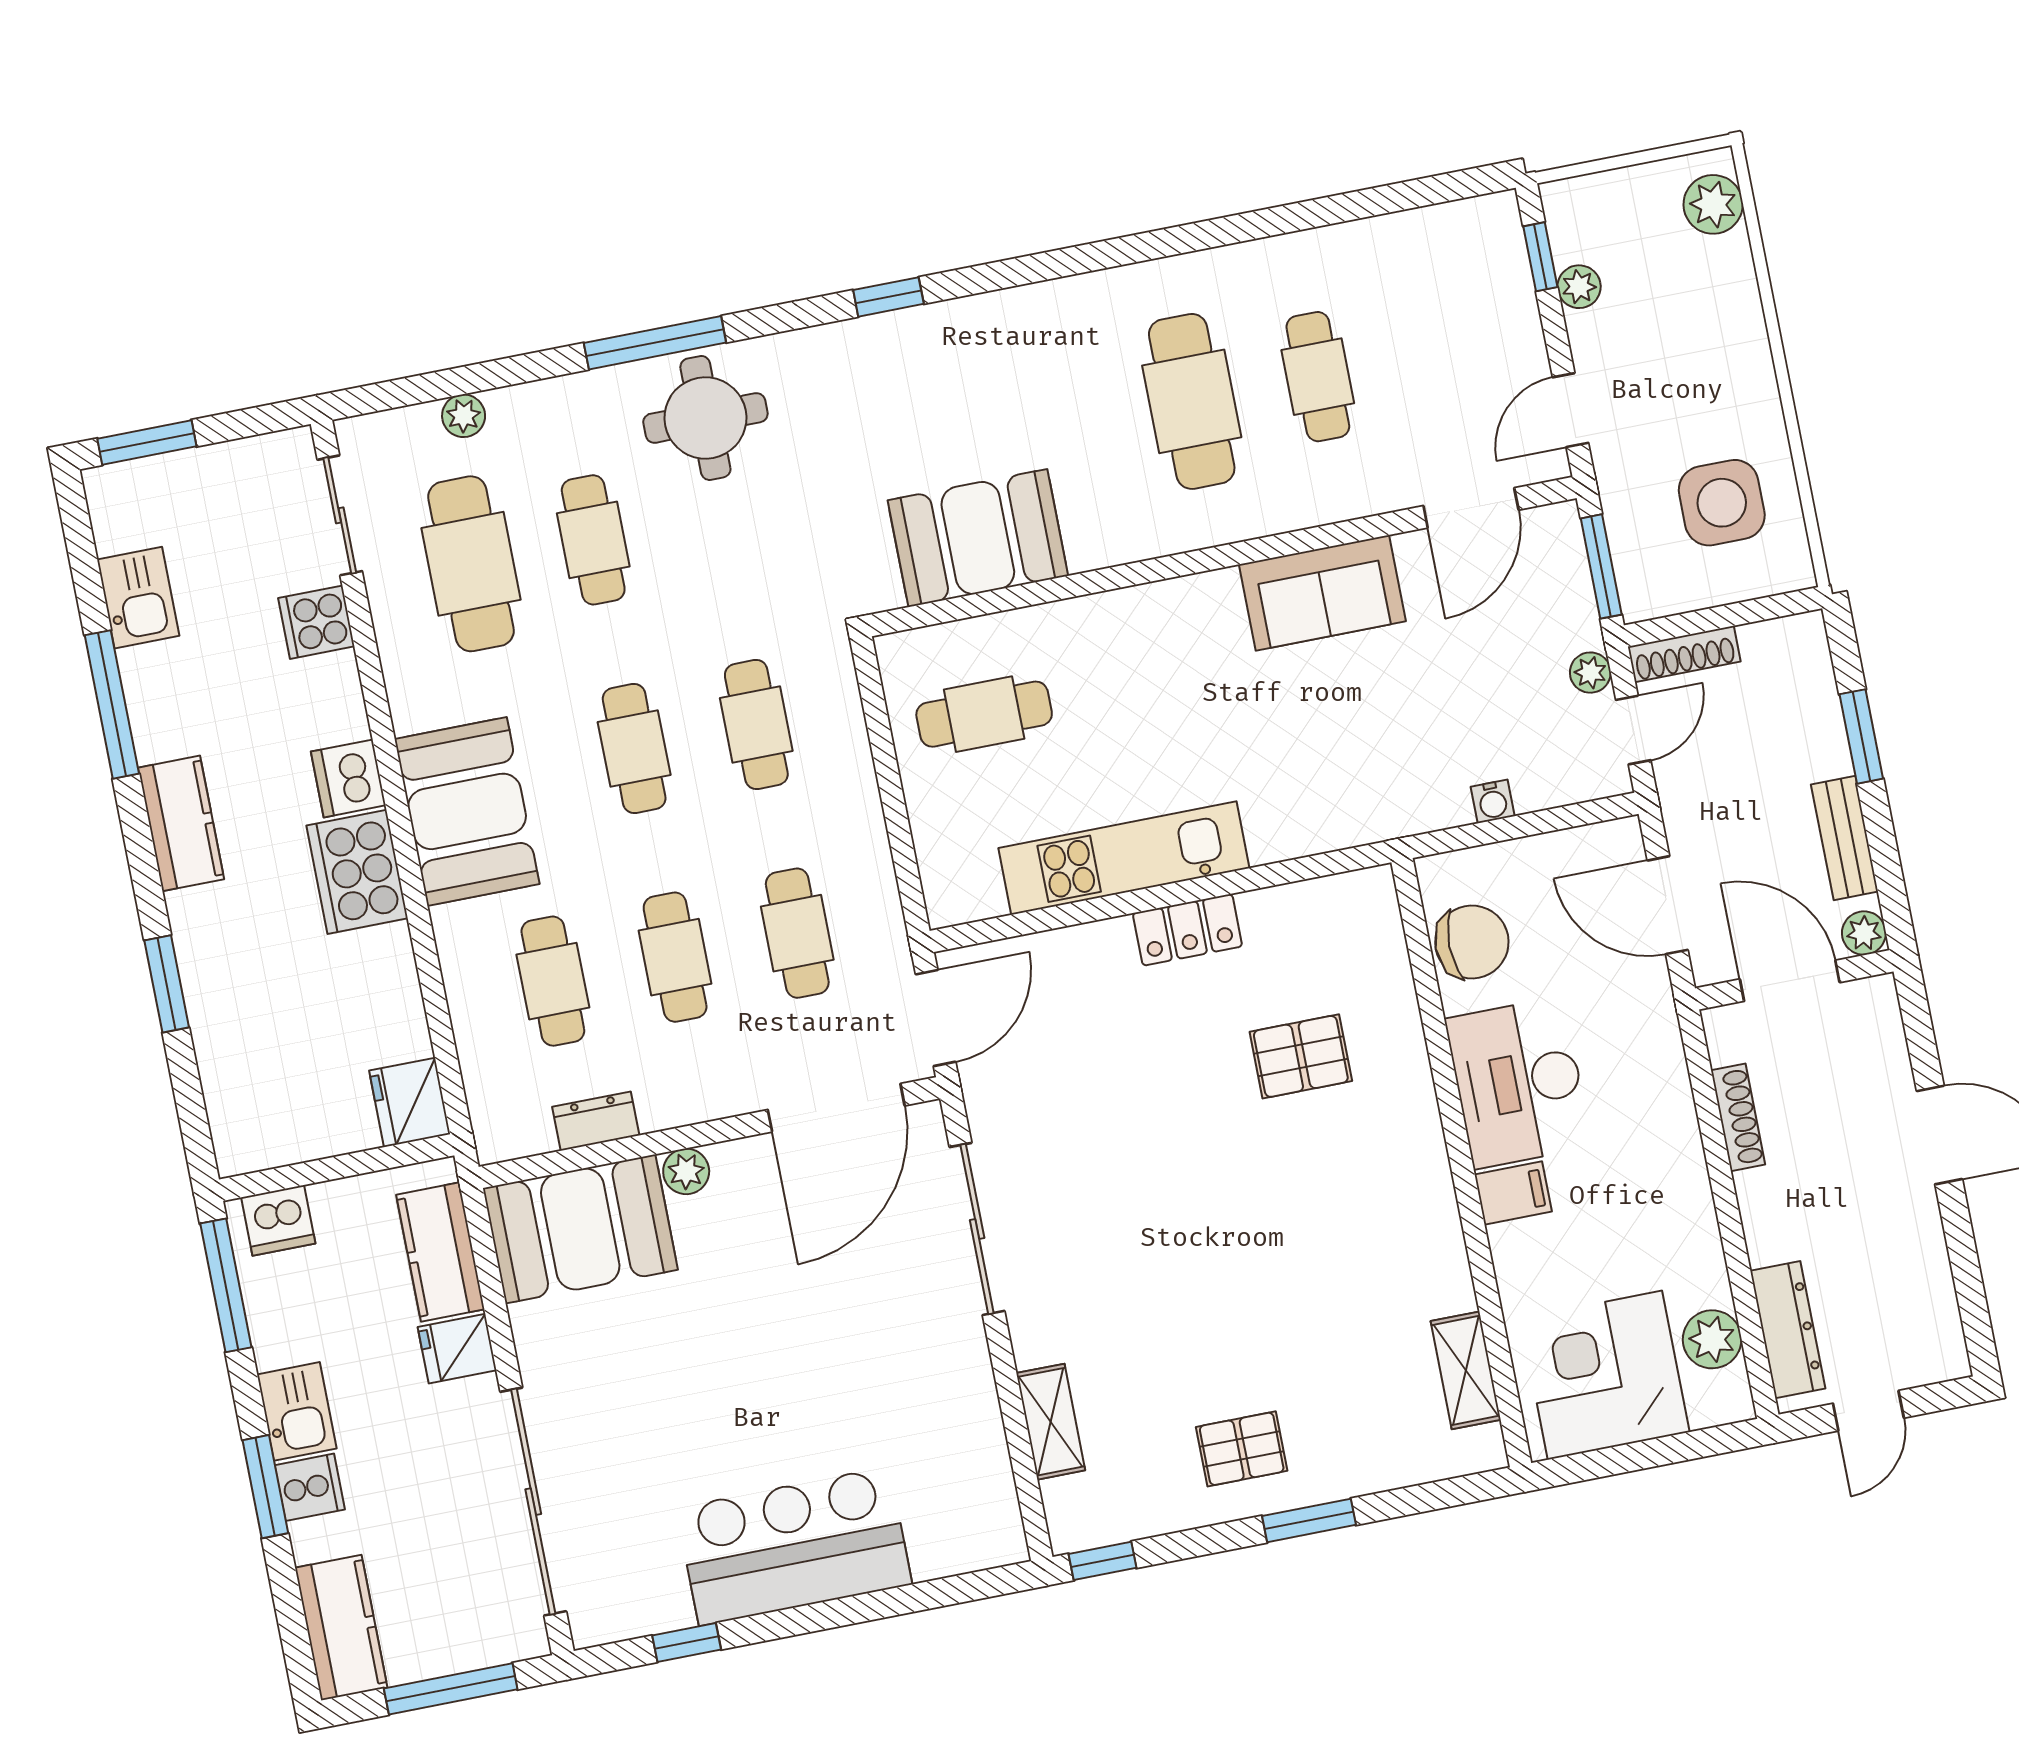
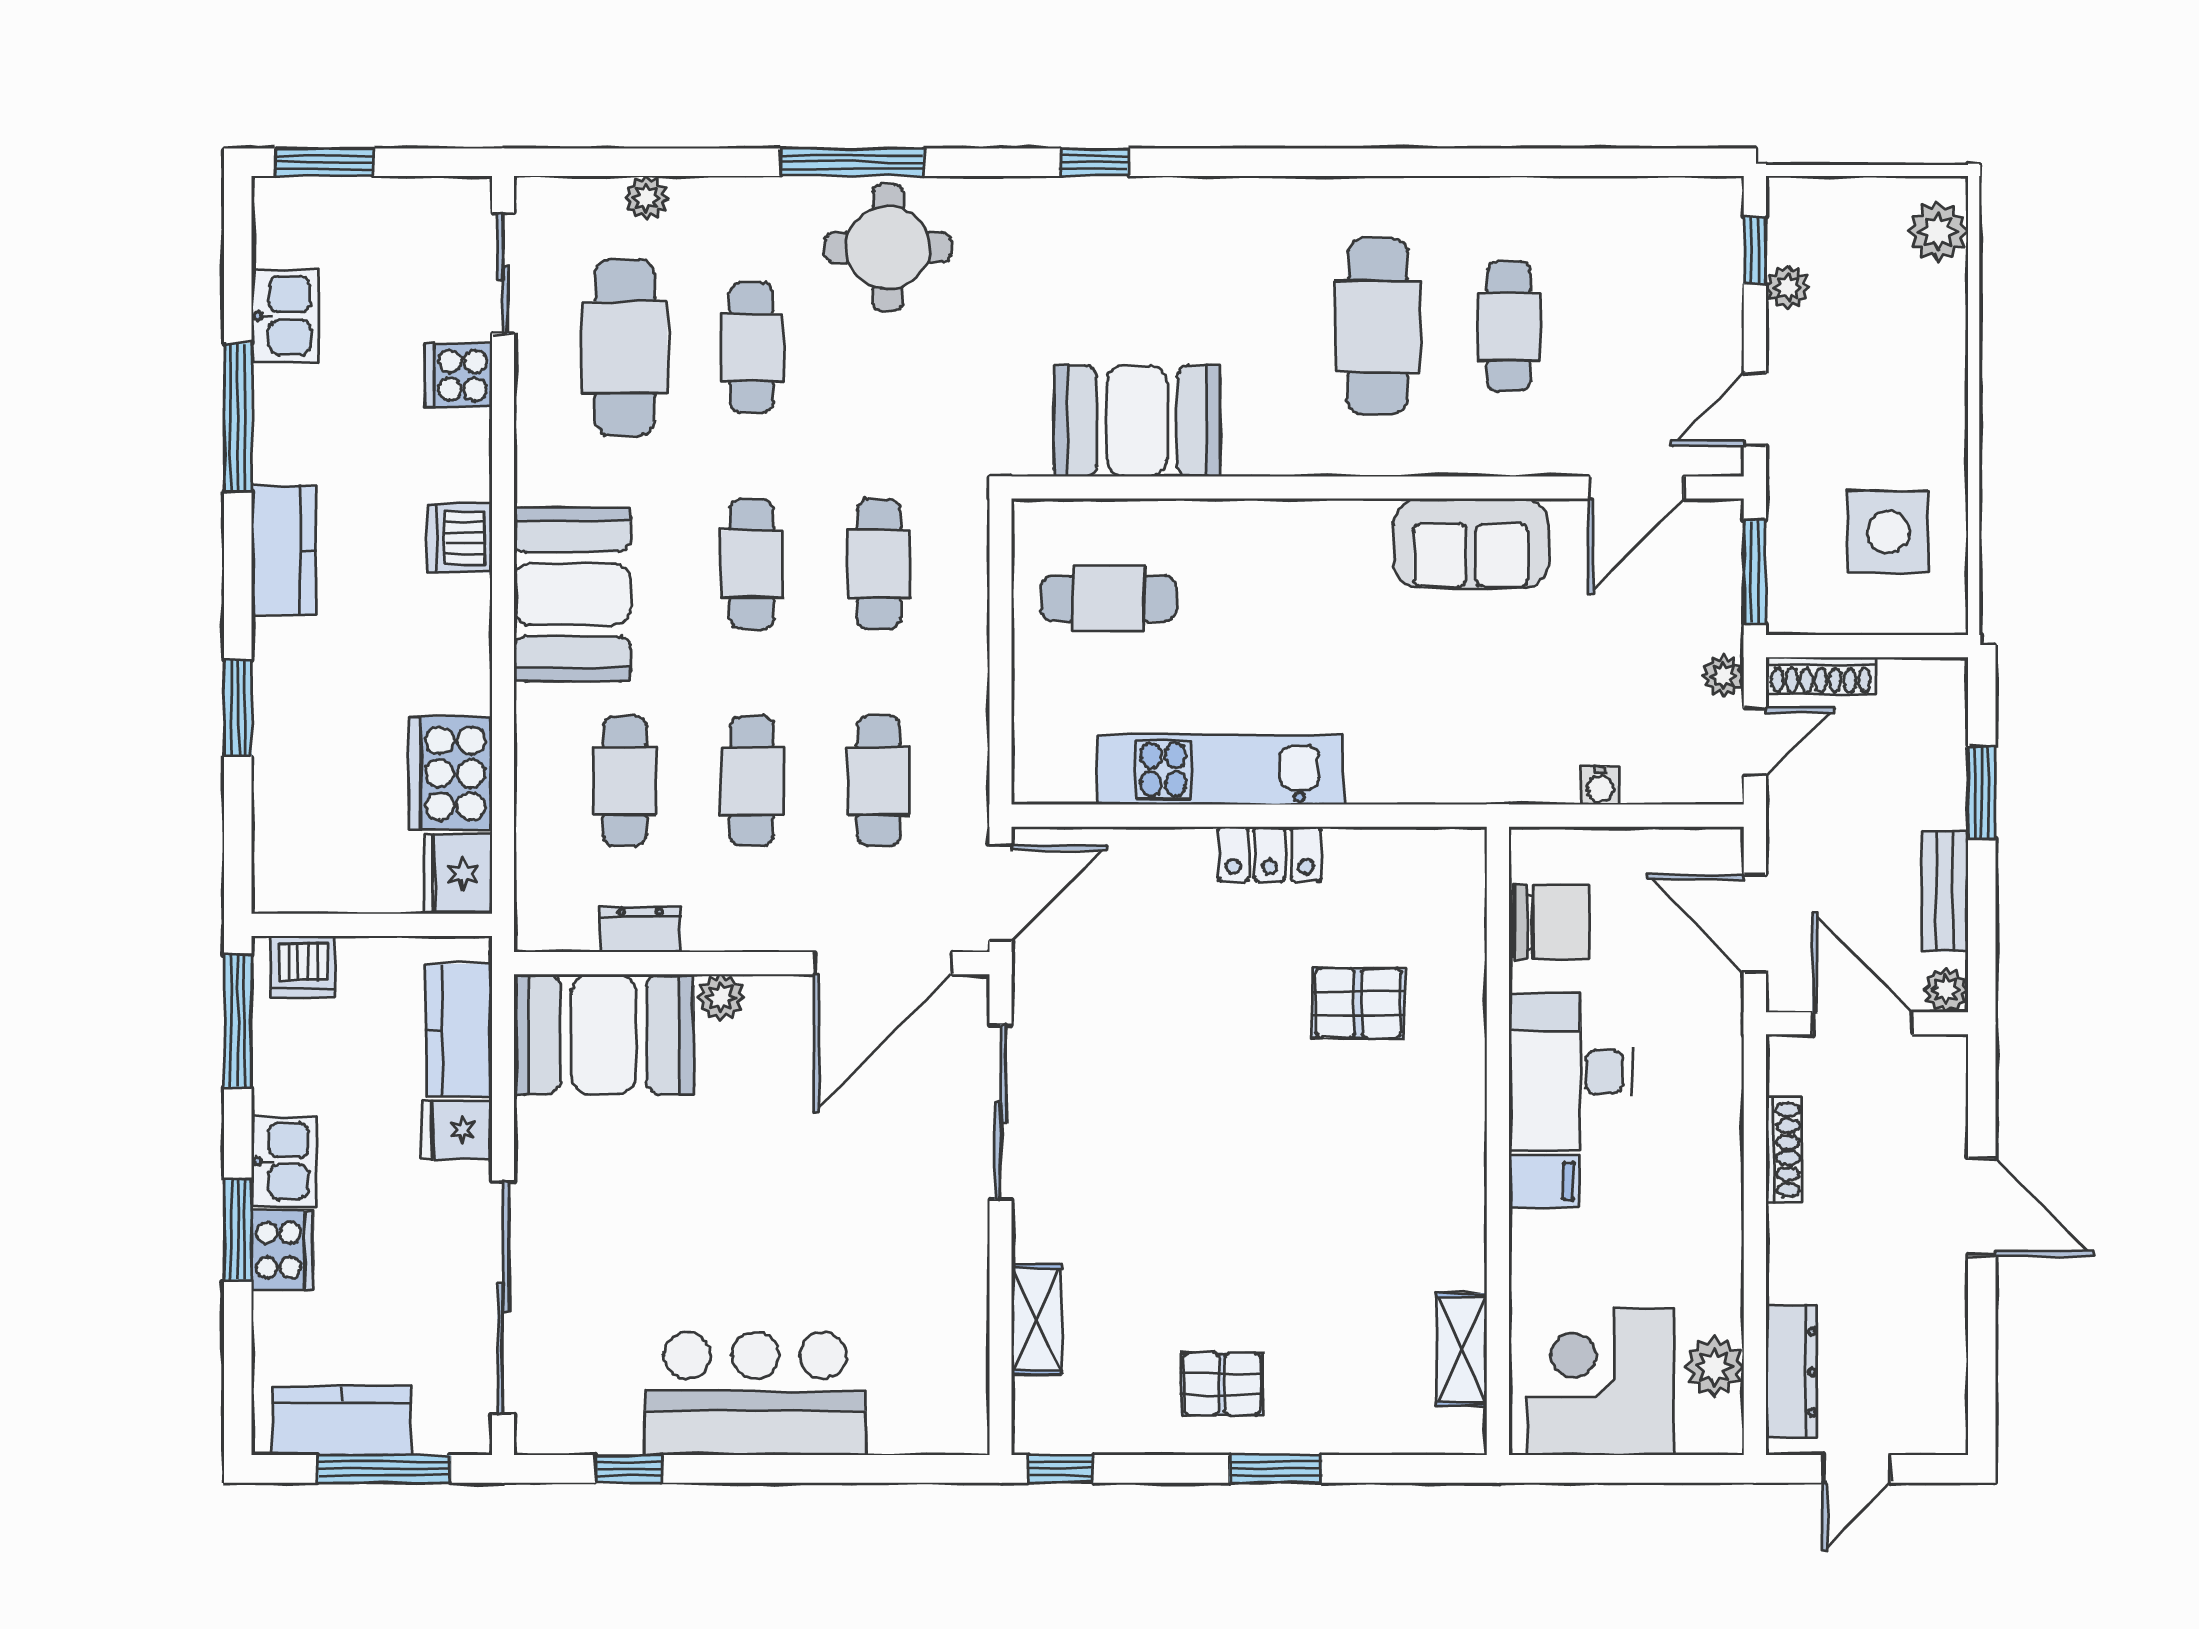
cooker: (357, 872) -> (450, 773), moved
cooker: (310, 1487) -> (282, 1250), width x1.36
kitchen counter: (341, 1628) -> (342, 1421), moved, turned -90

